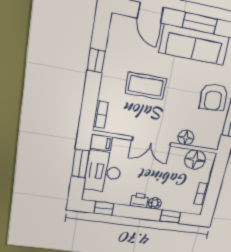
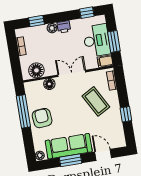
coffee table: (146, 86) -> (96, 101), moved, turned 61

